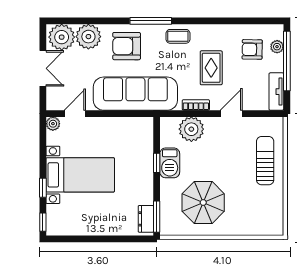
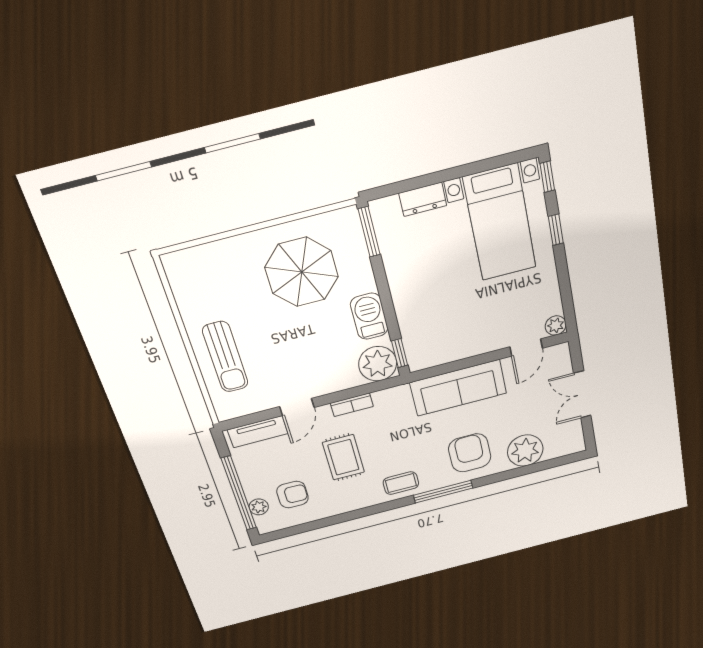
plant: (62, 37) -> (562, 440), removed
armchair: (127, 46) -> (470, 453), turned -90
tv unit: (276, 92) -> (258, 432), moved, turned 90
sofa: (135, 94) -> (458, 388), width x0.74, depth x0.79
plant: (191, 129) -> (378, 364), moved
window: (157, 163) -> (400, 353), moved
bed with nightstands: (80, 175) -> (500, 223), moved, turned -90
dresser: (146, 219) -> (423, 199), moved, turned 90

